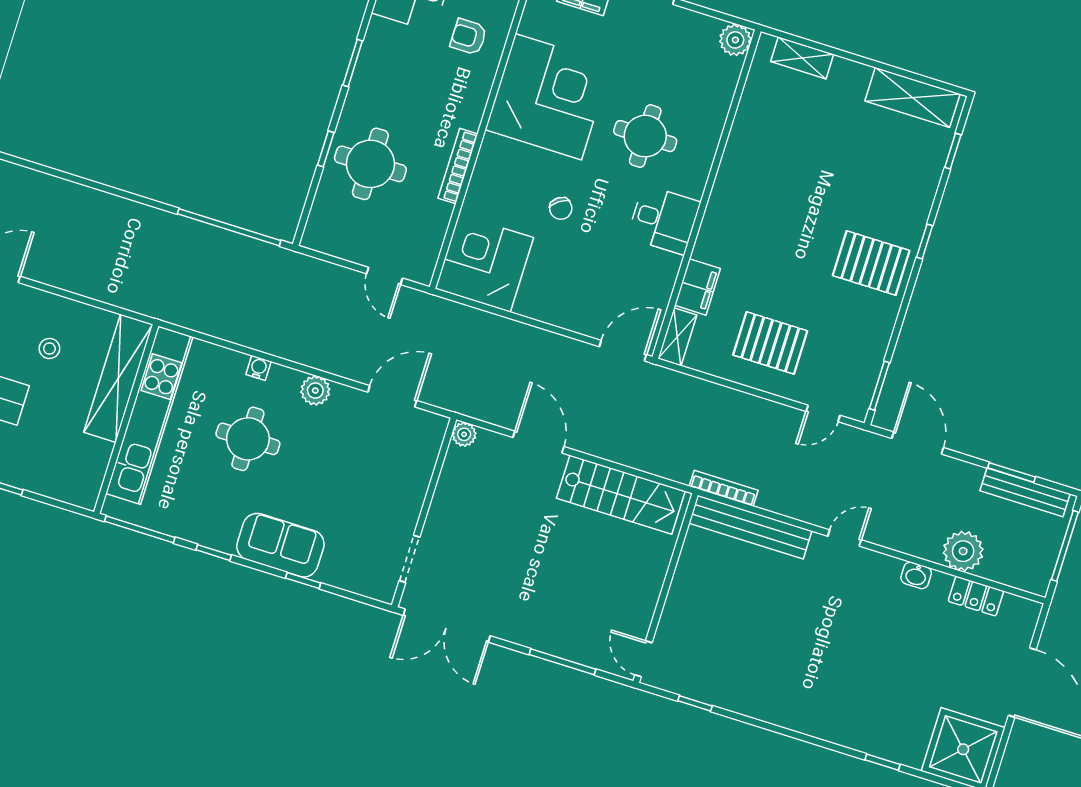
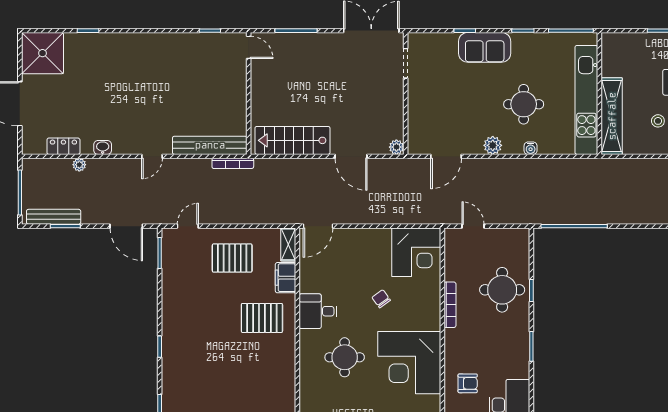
pallet: (871, 263) -> (262, 318), moved
plant: (963, 551) -> (79, 165), width x0.53, depth x0.53

